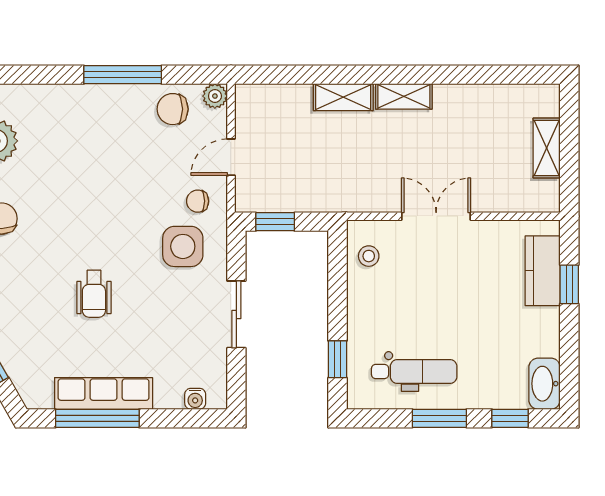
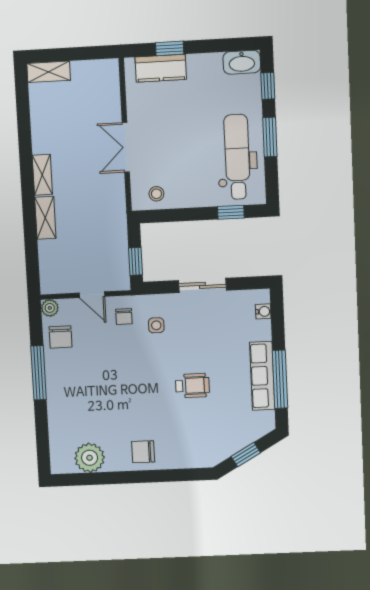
shelving: (547, 148) -> (49, 72), moved
side table: (183, 246) -> (156, 325), width x0.54, depth x0.54
dental chair: (414, 372) -> (237, 157), width x1.36, depth x1.38

